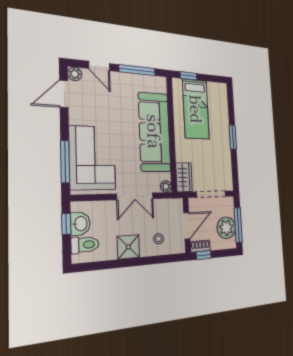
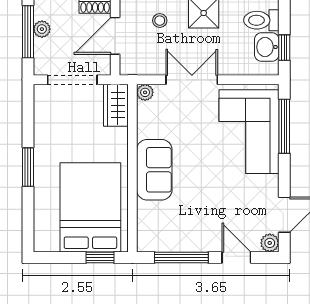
bed: (196, 109) -> (90, 207), width x1.50
sofa: (154, 132) -> (154, 170), width x0.54, depth x0.79
plant: (226, 228) -> (42, 29), width x0.53, depth x0.53

